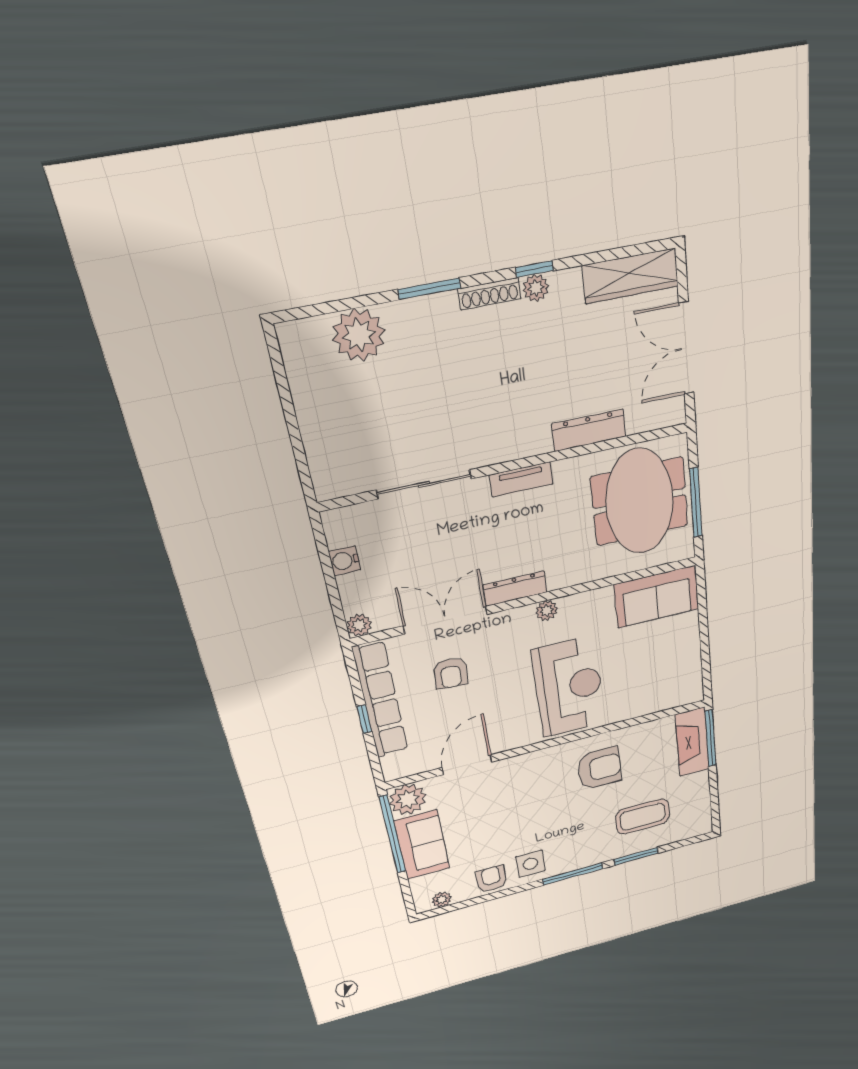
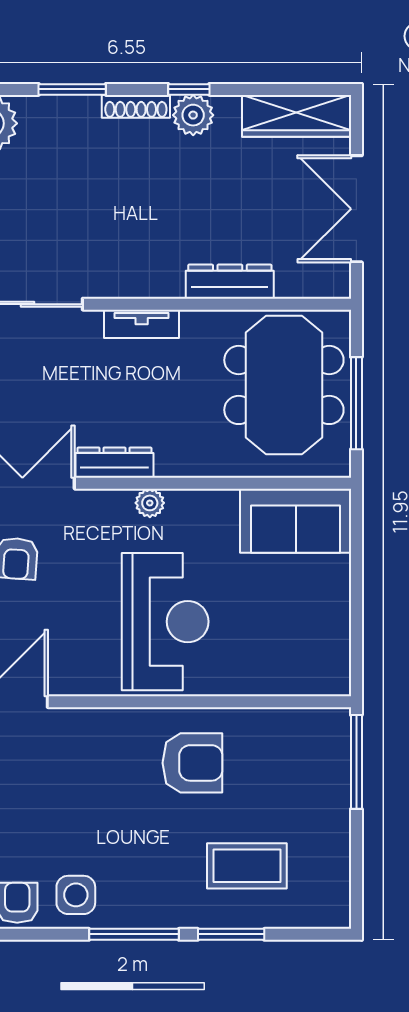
plant: (536, 288) -> (193, 115), width x1.38, depth x1.38
fireplace: (692, 742) -> (329, 760), removed

